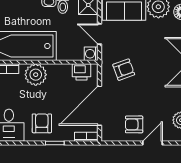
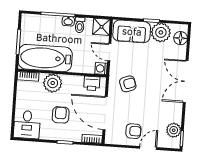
door: (99, 106) -> (105, 113), hinge flipped
armchair: (42, 123) -> (61, 115), moved
armchair: (134, 124) -> (133, 131), turned 180

